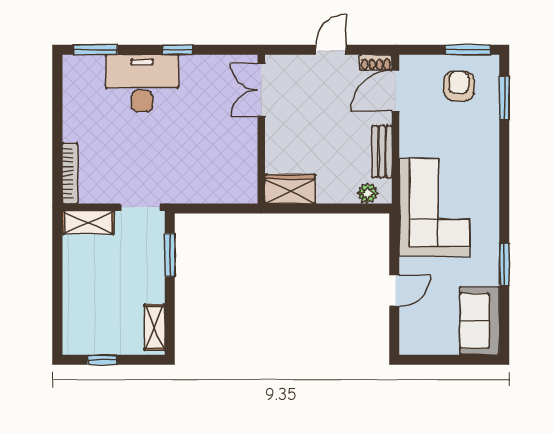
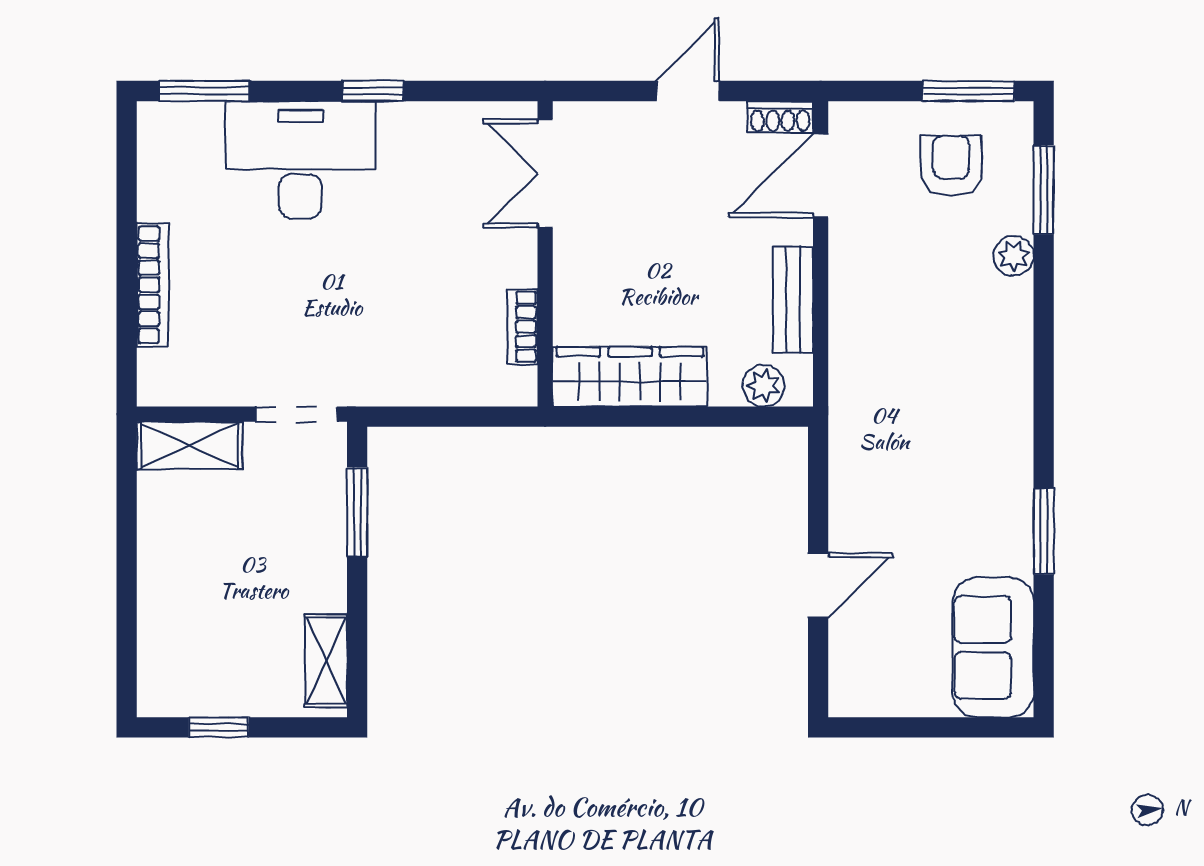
plant: (490, 130) -> (1014, 256), added
bookcase: (250, 165) -> (523, 327), added
bookcase: (70, 173) -> (153, 285), moved
wardrobe: (290, 189) -> (630, 377), width x1.50
corner sofa: (434, 207) -> (900, 414), removed

